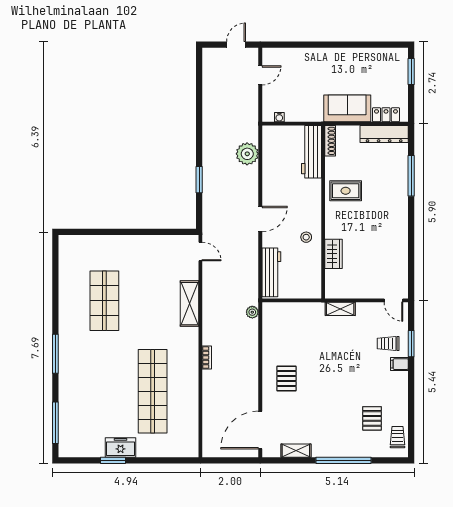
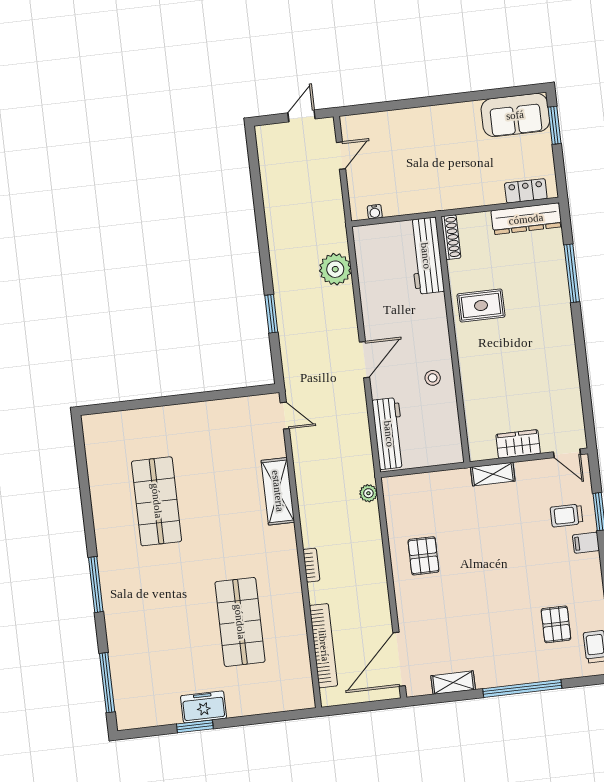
sofa: (347, 108) -> (515, 115), moved, turned 180
wardrobe: (334, 254) -> (518, 444), moved, turned -90
pallet: (286, 379) -> (423, 556), moved
shop shelf: (153, 391) -> (240, 622), width x0.71
bookcase: (209, 415) -> (324, 646), added

